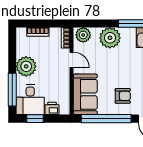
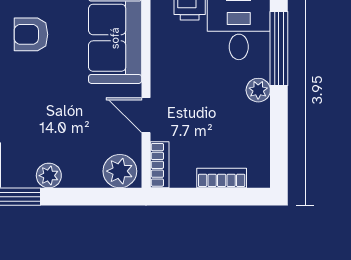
plant: (110, 38) -> (49, 176), width x0.53, depth x0.53
plant: (26, 66) -> (258, 90), width x0.53, depth x0.53

